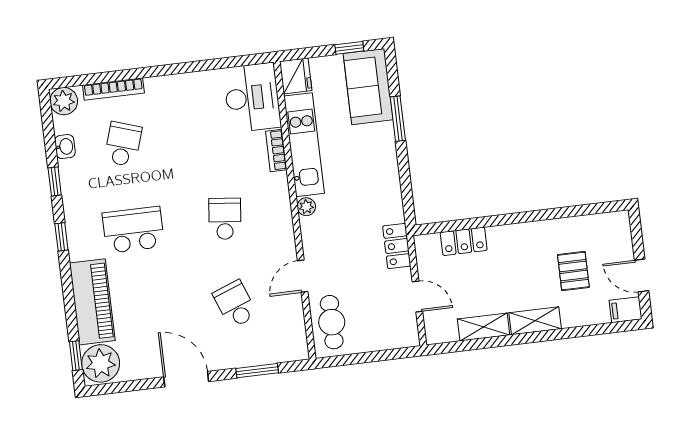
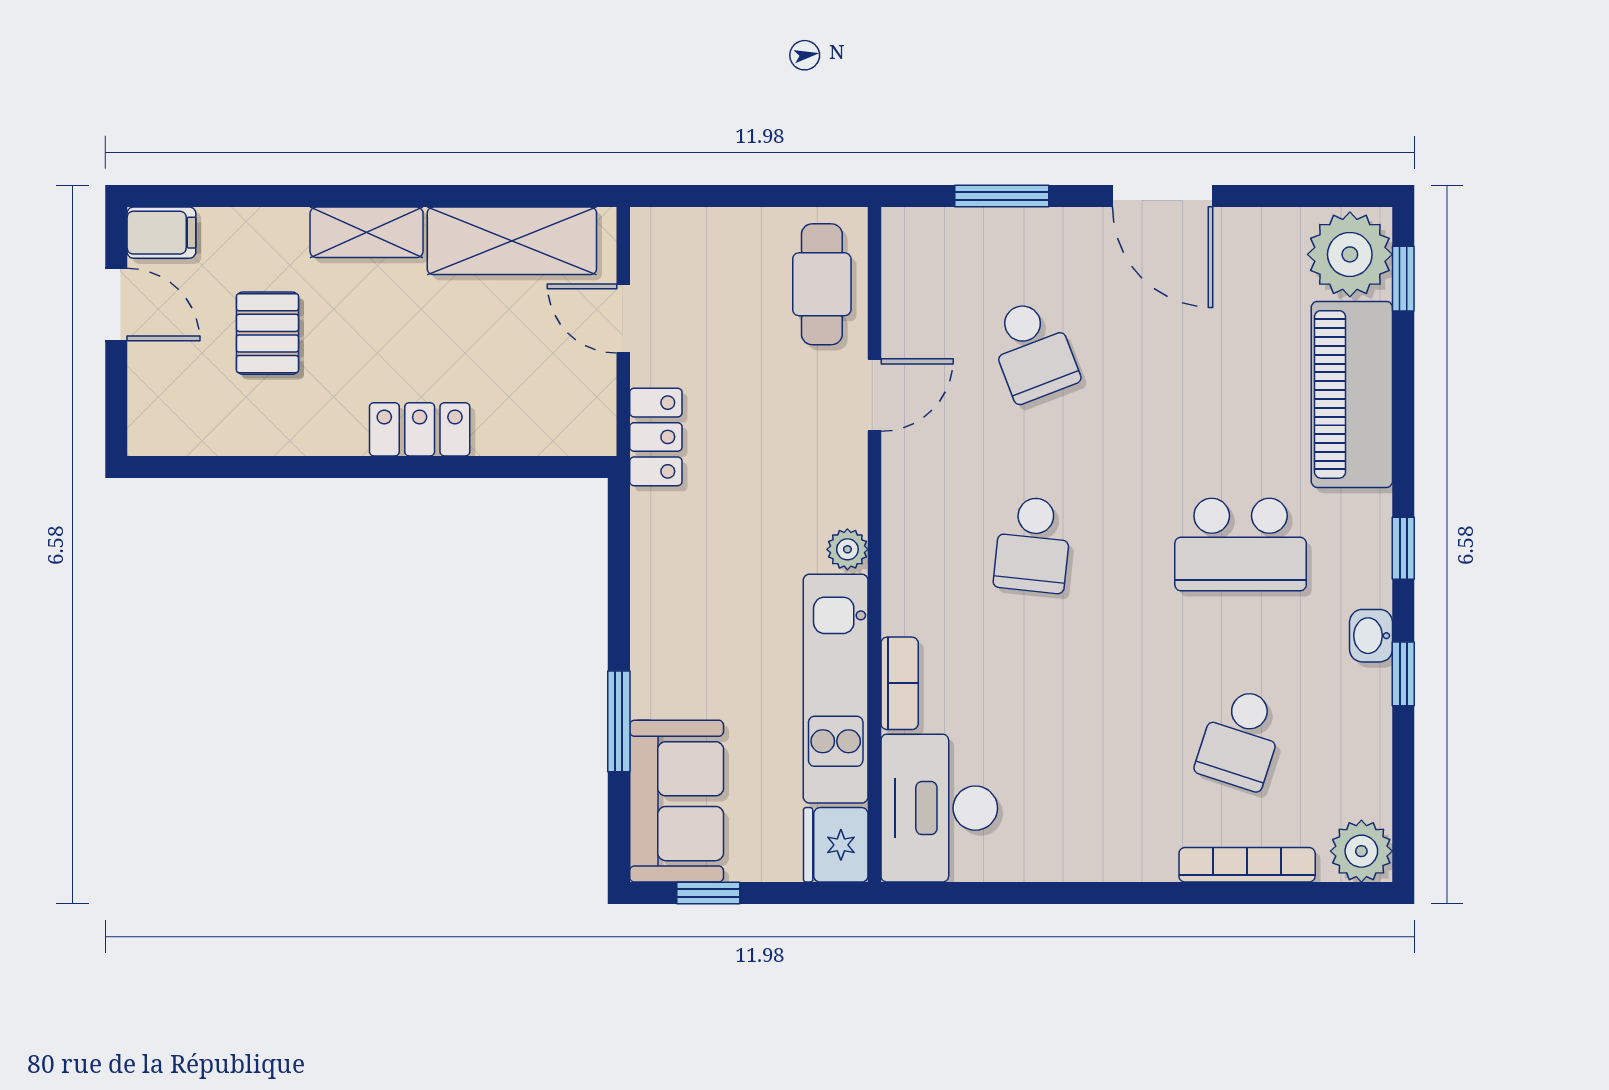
washbasin: (65, 147) -> (1371, 636), moved
locker: (464, 241) -> (420, 429), moved
shelving: (484, 327) -> (512, 241), width x1.50, depth x1.33

